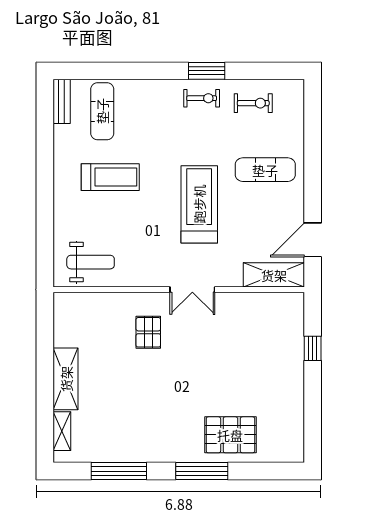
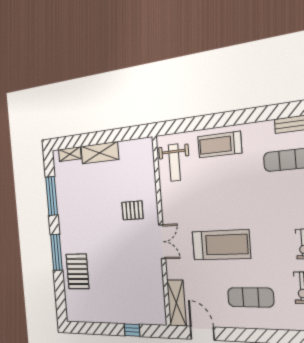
exercise mat: (265, 170) -> (250, 297), turned 90
treadmill: (110, 177) -> (220, 145), moved, turned 90
double door: (192, 290) -> (162, 242), swing flipped

